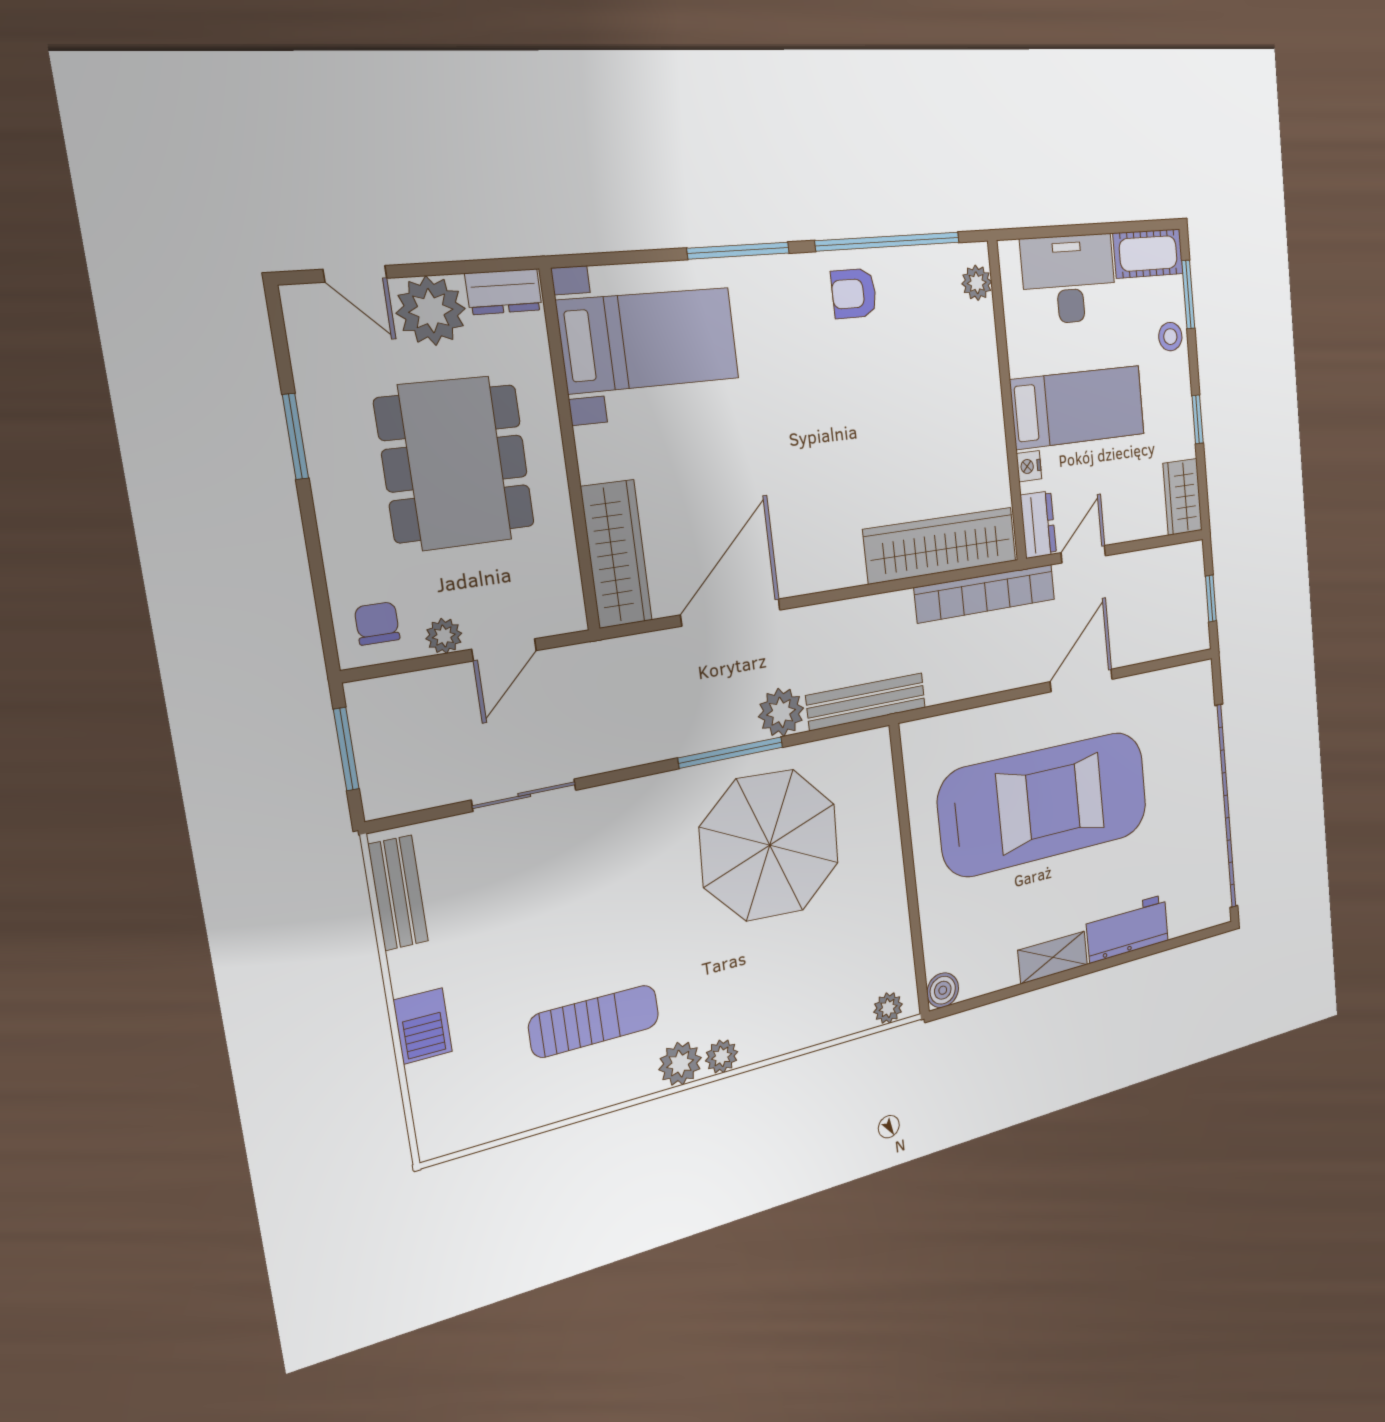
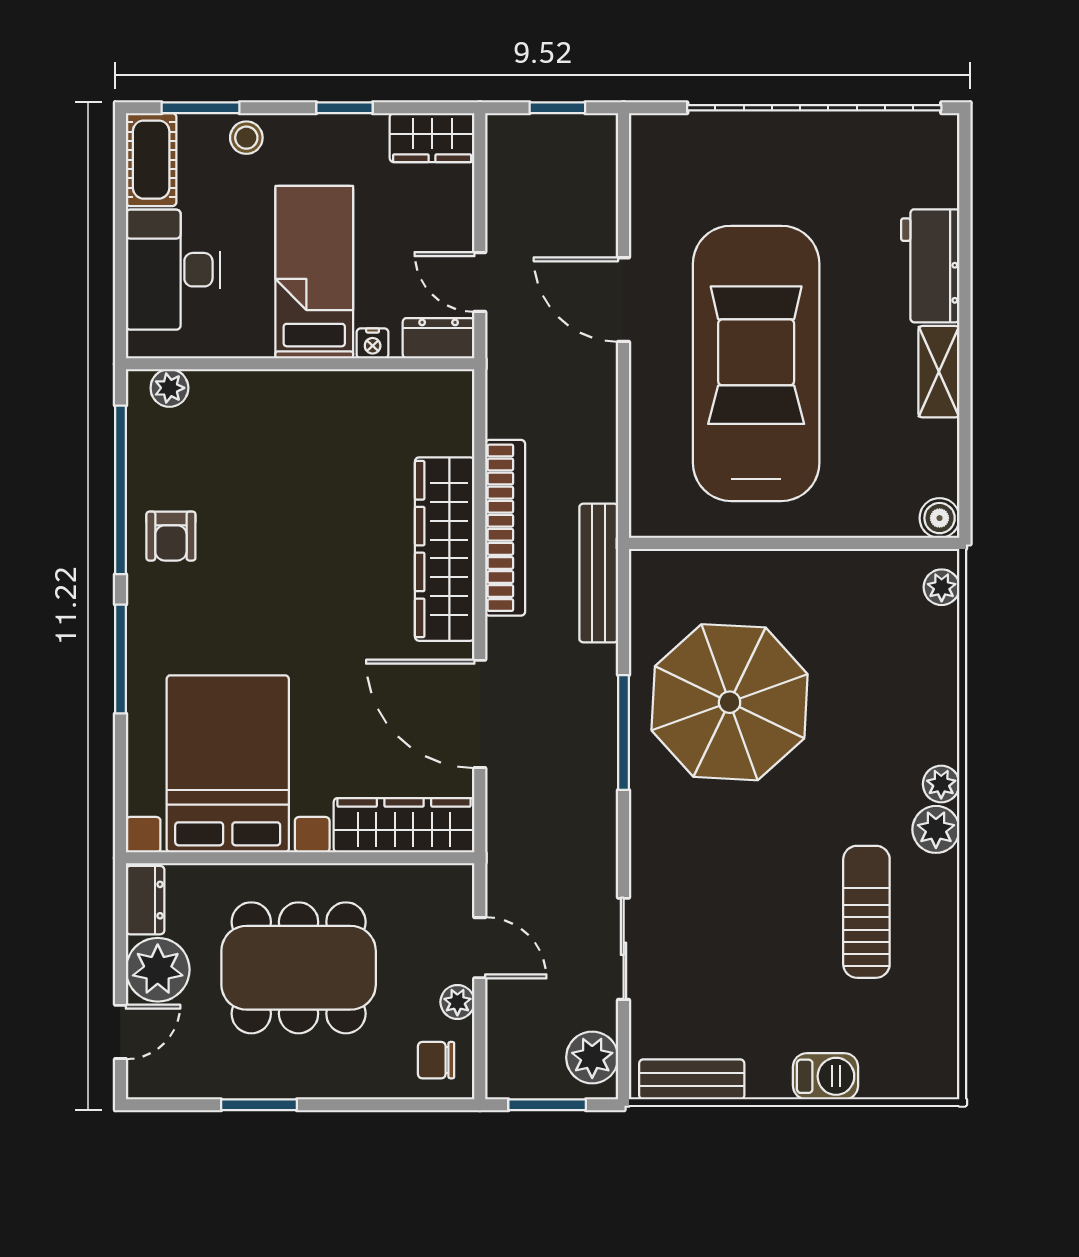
bed with nightstands: (649, 340) -> (228, 764), width x1.36
wardrobe: (941, 545) -> (445, 549), moved
bookcase: (985, 593) -> (505, 528), moved
plant: (781, 712) -> (592, 1057), moved

